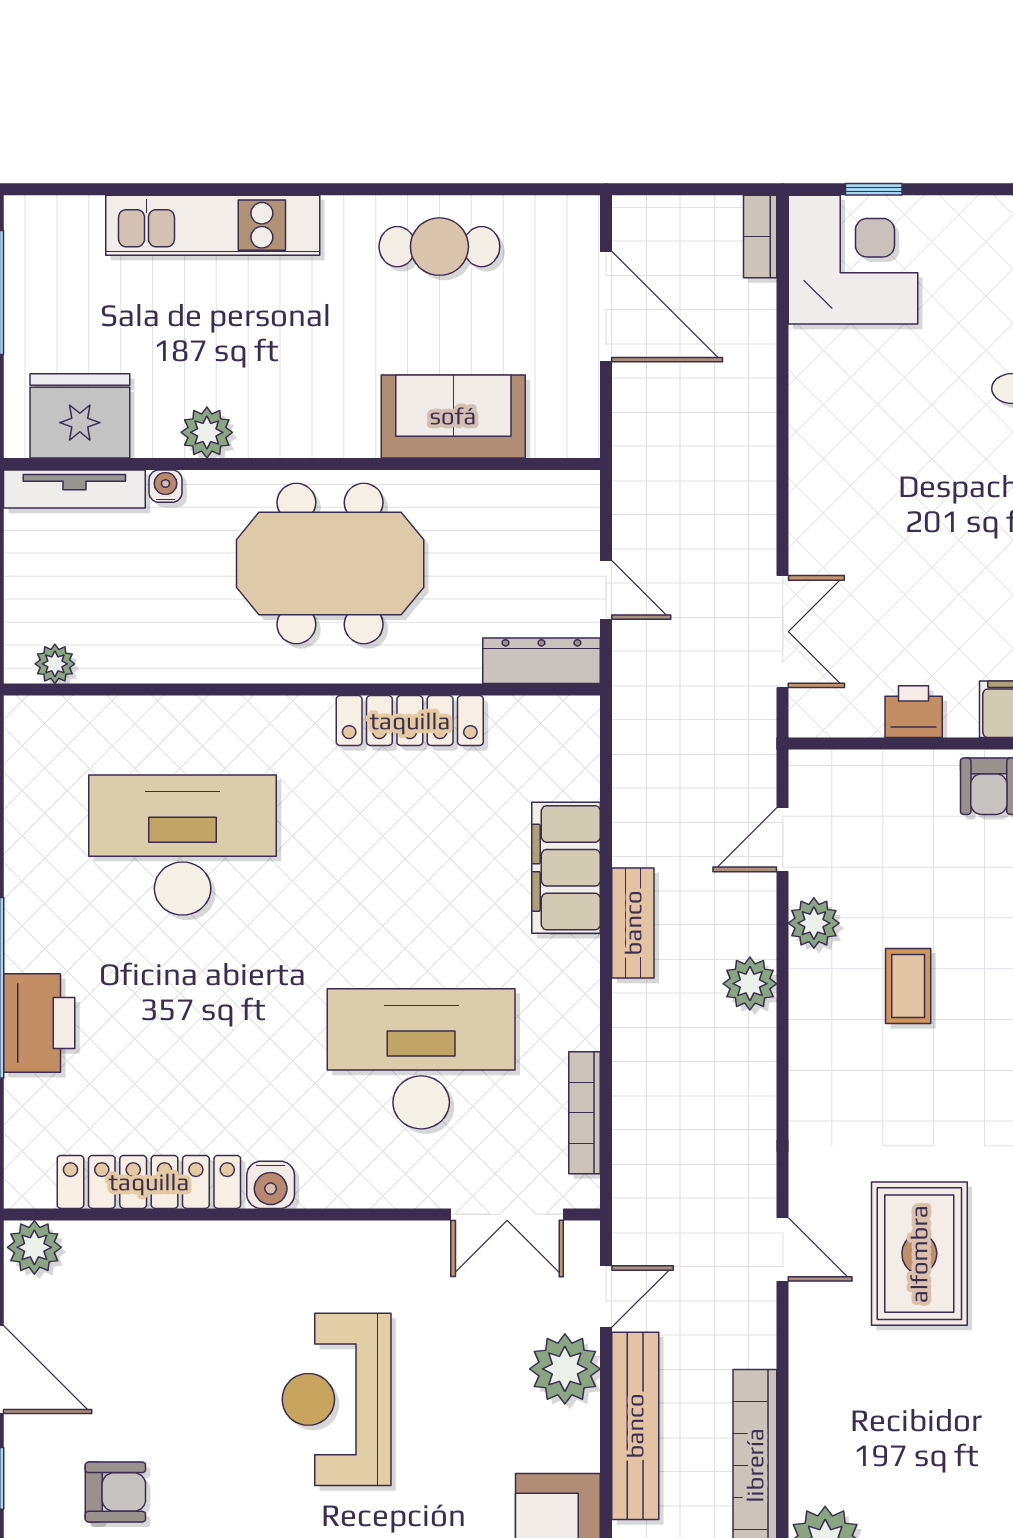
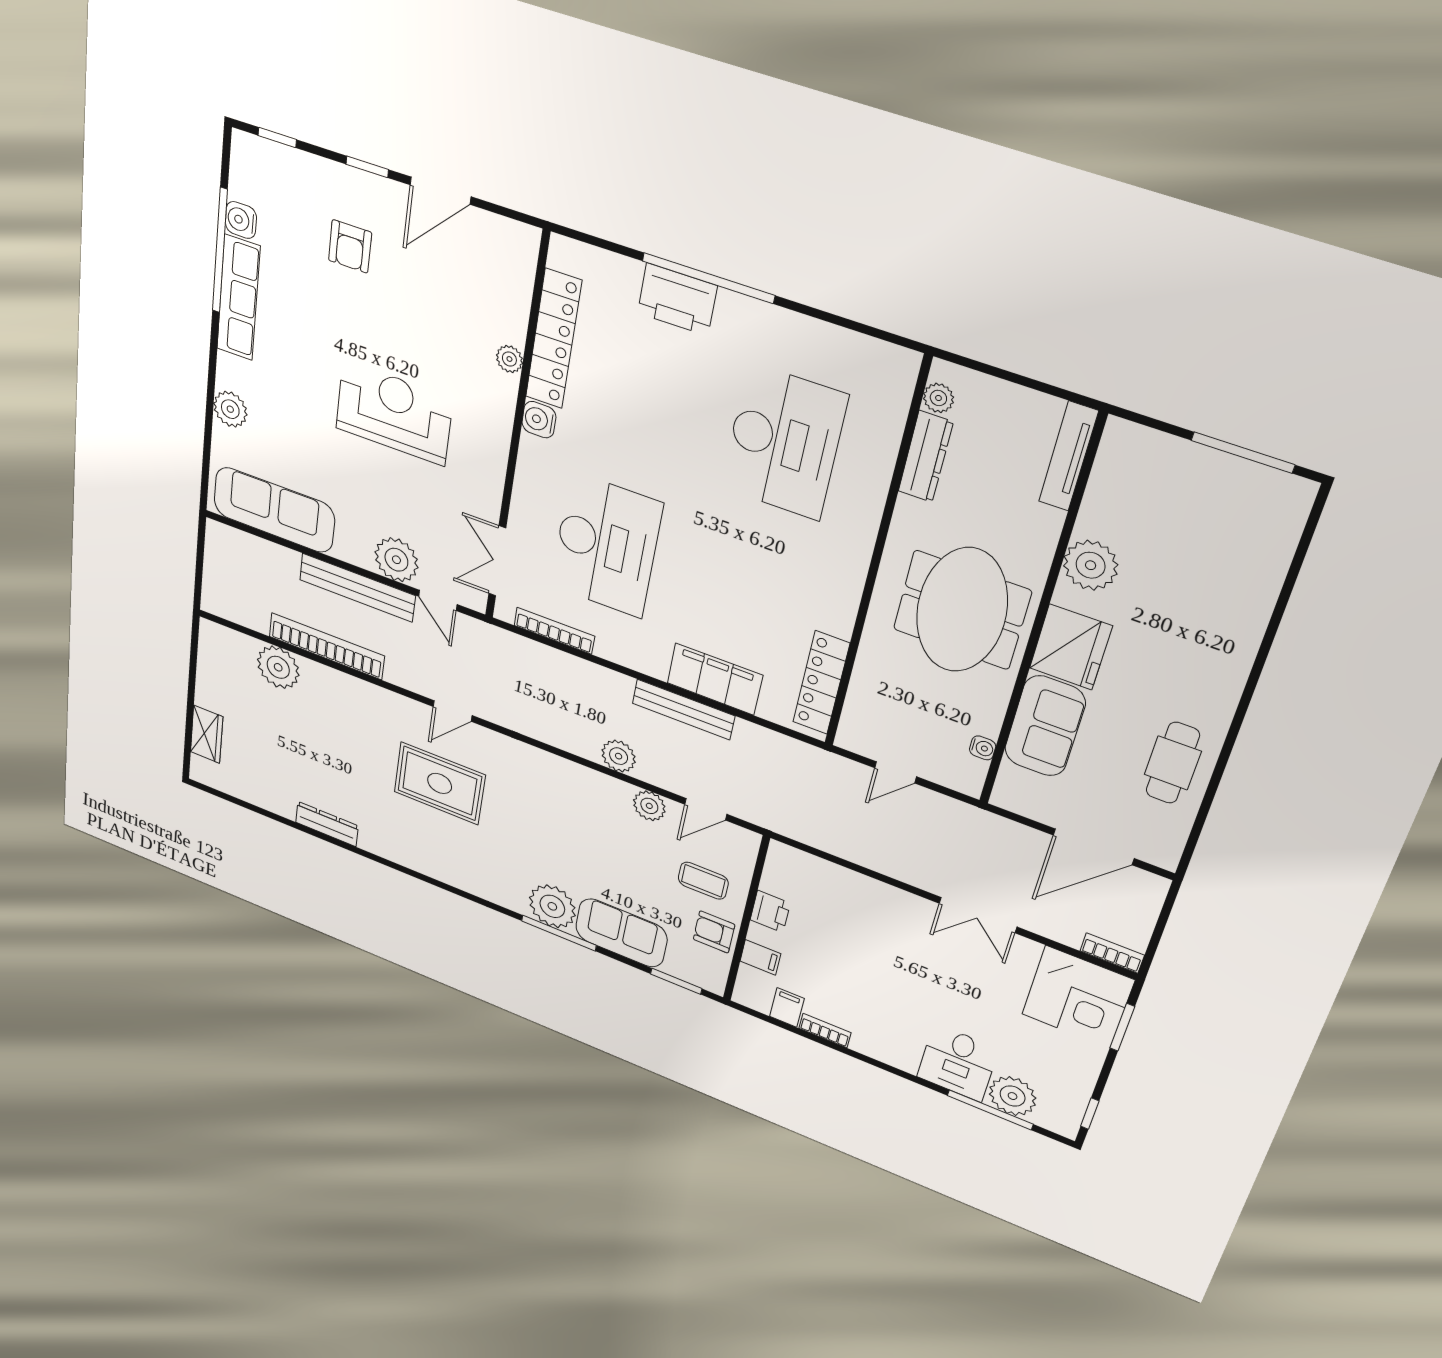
window: (874, 189) -> (1122, 1027), width x1.50
kitchen unit: (213, 225) -> (1243, 622), removed
fridge: (80, 416) -> (1071, 647), moved
plant: (207, 432) -> (1091, 565), width x1.36, depth x1.36
water cooler: (165, 486) -> (983, 748), moved
double door: (783, 632) -> (978, 915), moved
dresser: (541, 661) -> (926, 457), moved
locker: (410, 721) -> (821, 683), moved
door: (783, 840) -> (706, 809), swing flipped
bench: (633, 923) -> (683, 709), width x1.36
coffee table: (908, 986) -> (703, 881), moved
plant: (34, 1247) -> (509, 359), moved, width x0.73, depth x0.73

